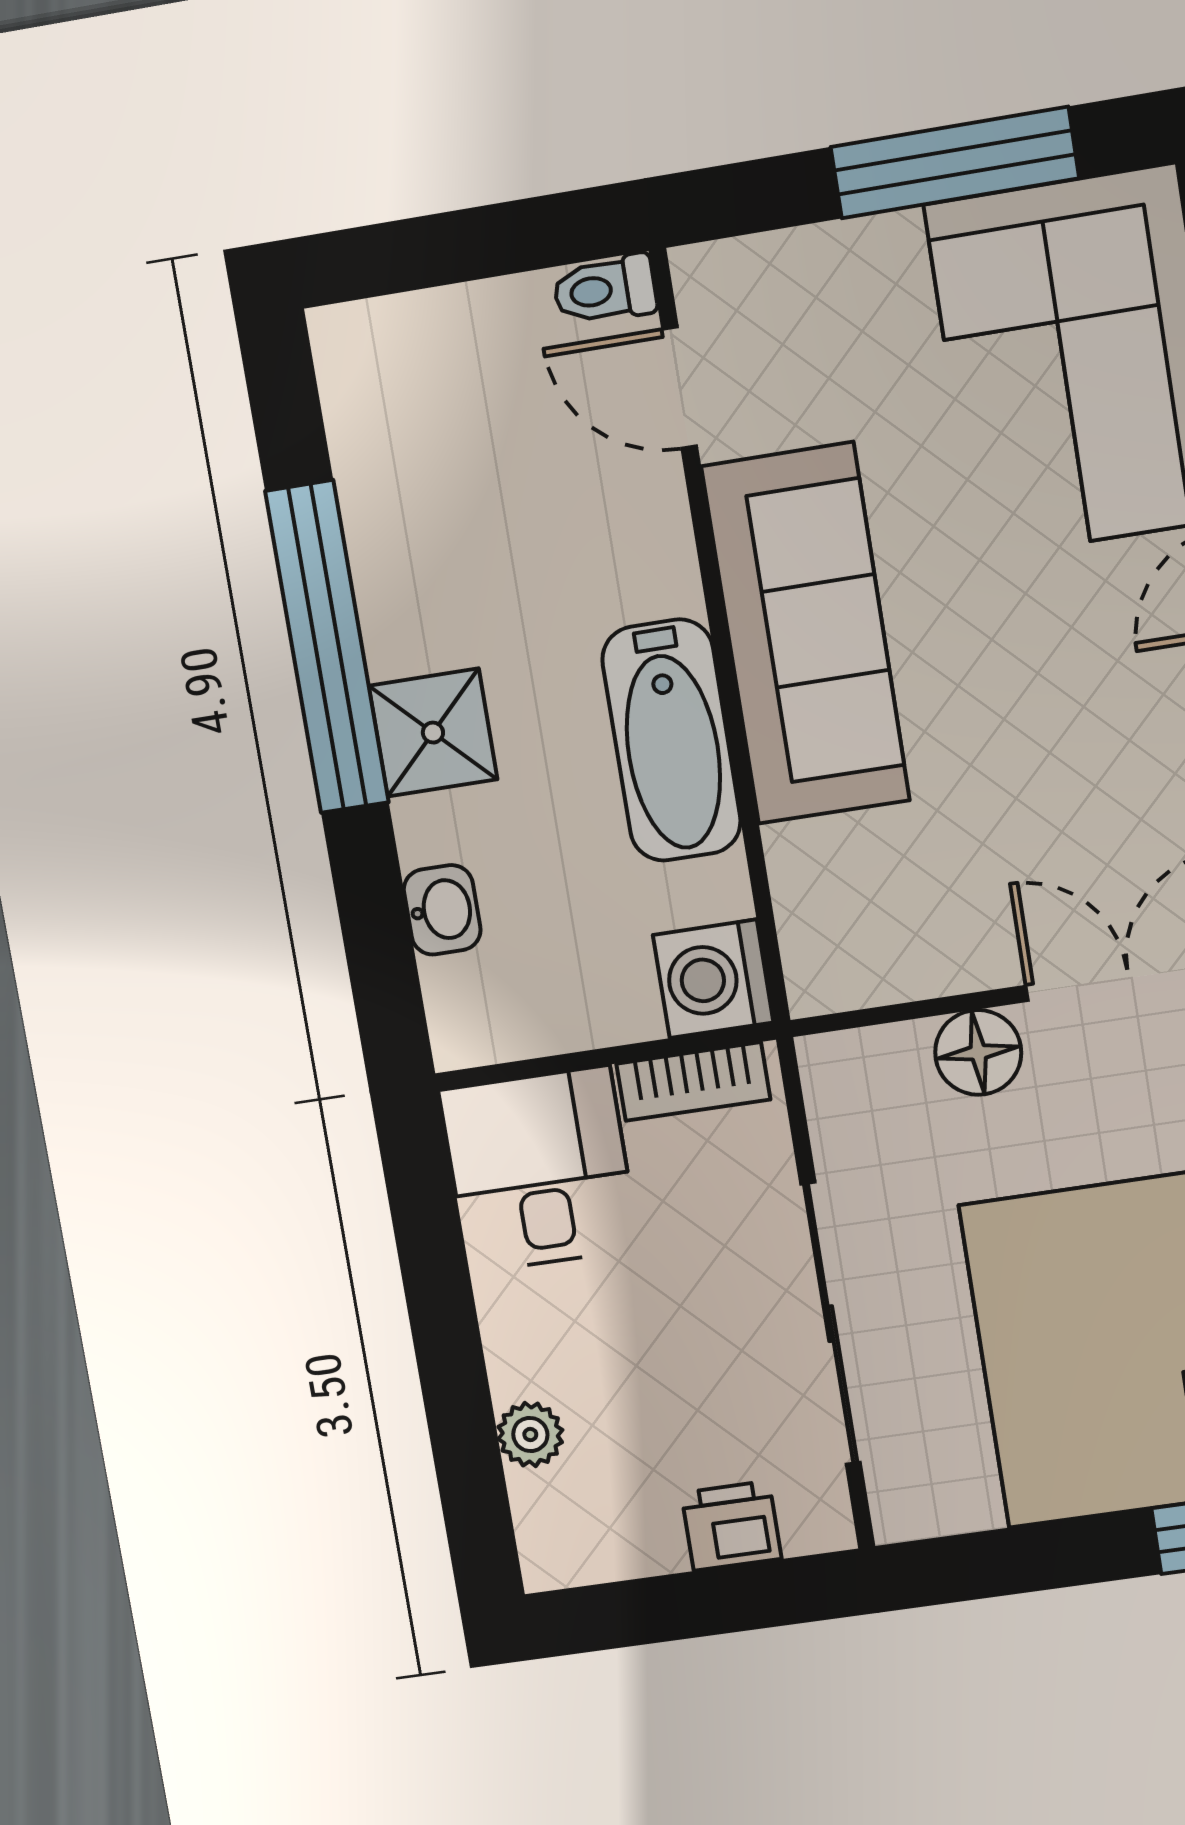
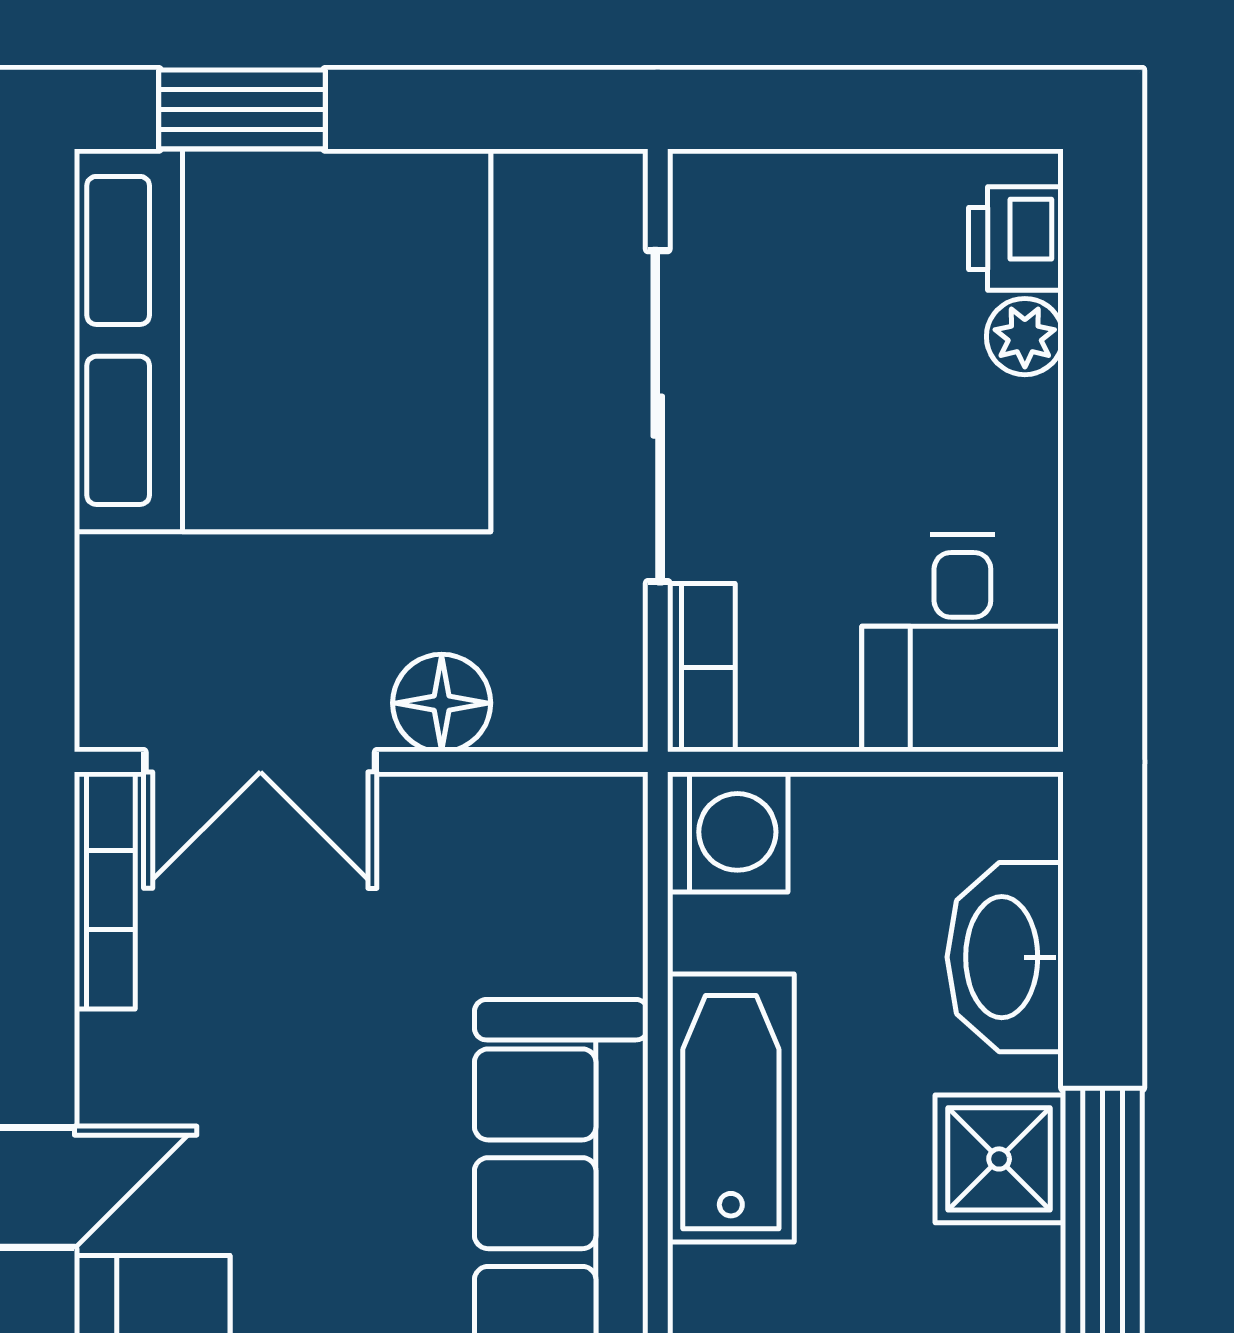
washbasin: (442, 910) -> (1005, 957), width x1.91, depth x1.45
bookcase: (693, 1082) -> (701, 668), moved, turned 90
printer: (731, 1526) -> (1016, 238), moved, turned 90

